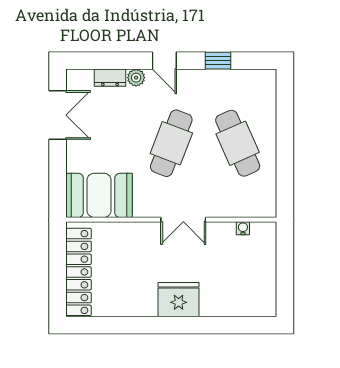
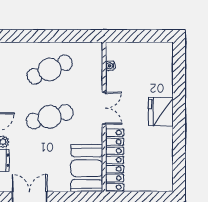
cafe table: (171, 143) -> (50, 117), turned -36
locker: (79, 272) -> (115, 160), moved, turned 90

